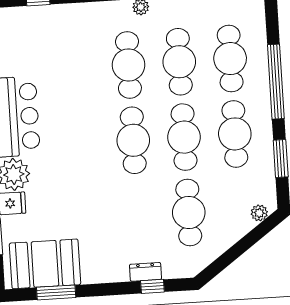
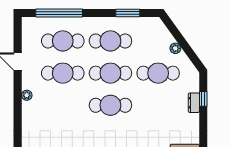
cafe table: (128, 65) -> (63, 105), removed
window: (276, 82) -> (59, 13), moved
plant: (259, 213) -> (175, 48), moved

